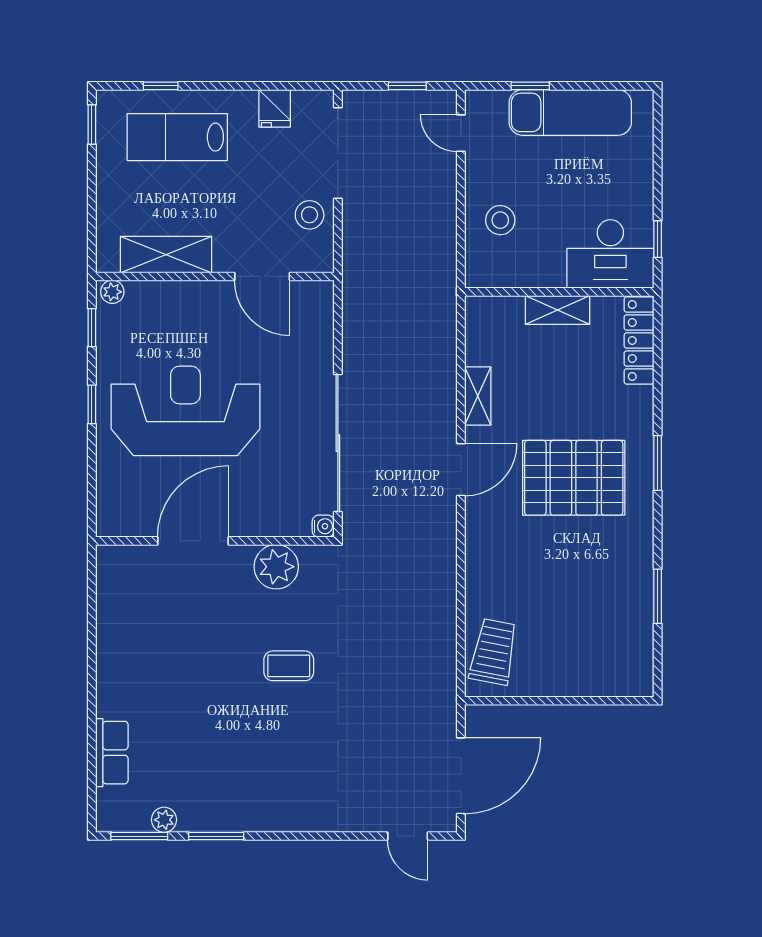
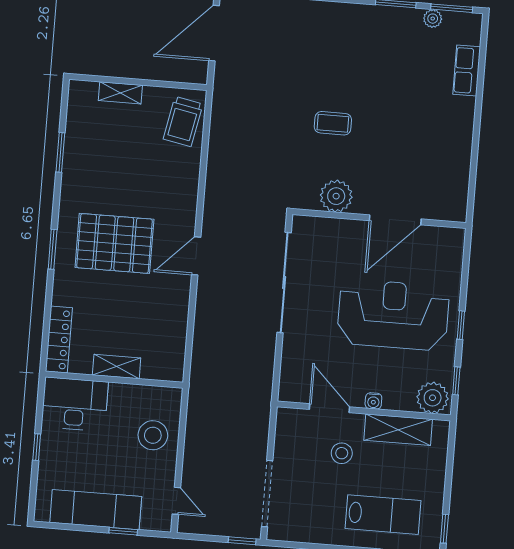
window: (407, 86) -> (242, 541), moved
fridge: (275, 108) -> (311, 530), removed
stool: (310, 215) -> (342, 453), moved
stool: (500, 220) -> (153, 435), width x1.38, depth x1.38
window: (658, 239) -> (37, 447), moved
plant: (112, 292) -> (433, 398), width x1.87, depth x1.87
shelving: (478, 396) -> (120, 93), moved, turned 90
reception desk: (185, 411) -> (393, 315), turned 180
water cooler: (323, 526) -> (373, 401), moved, turned -90

